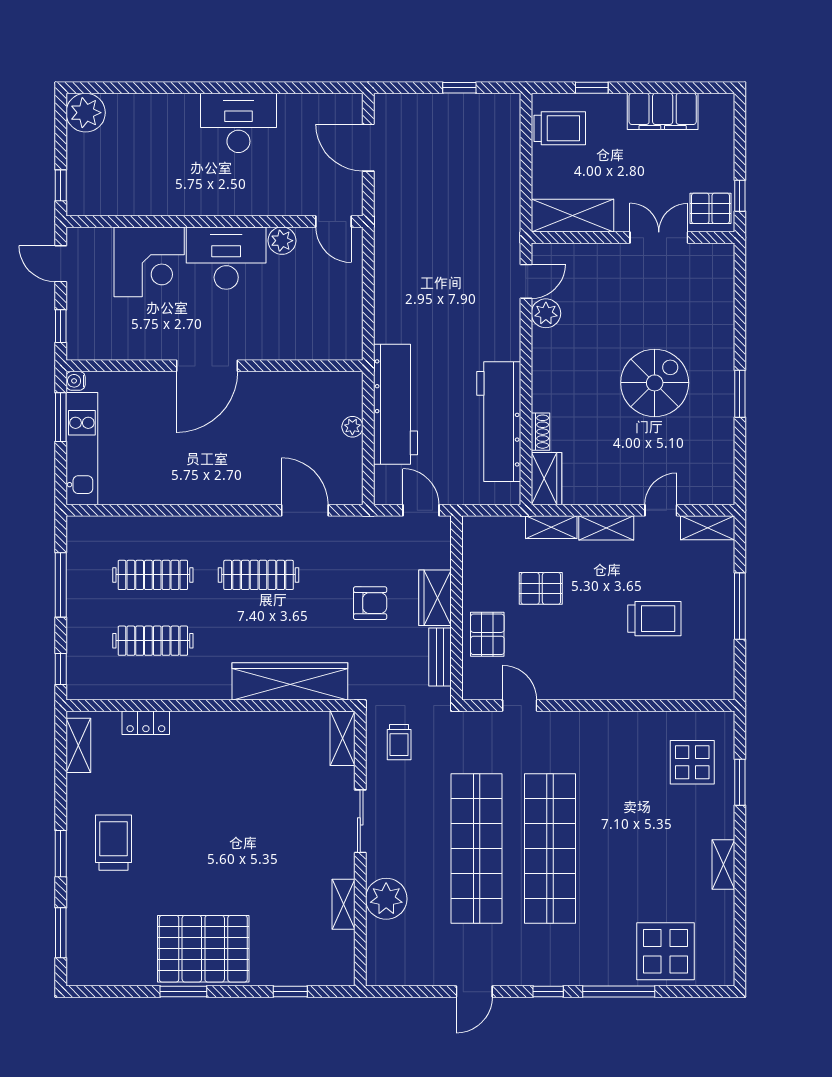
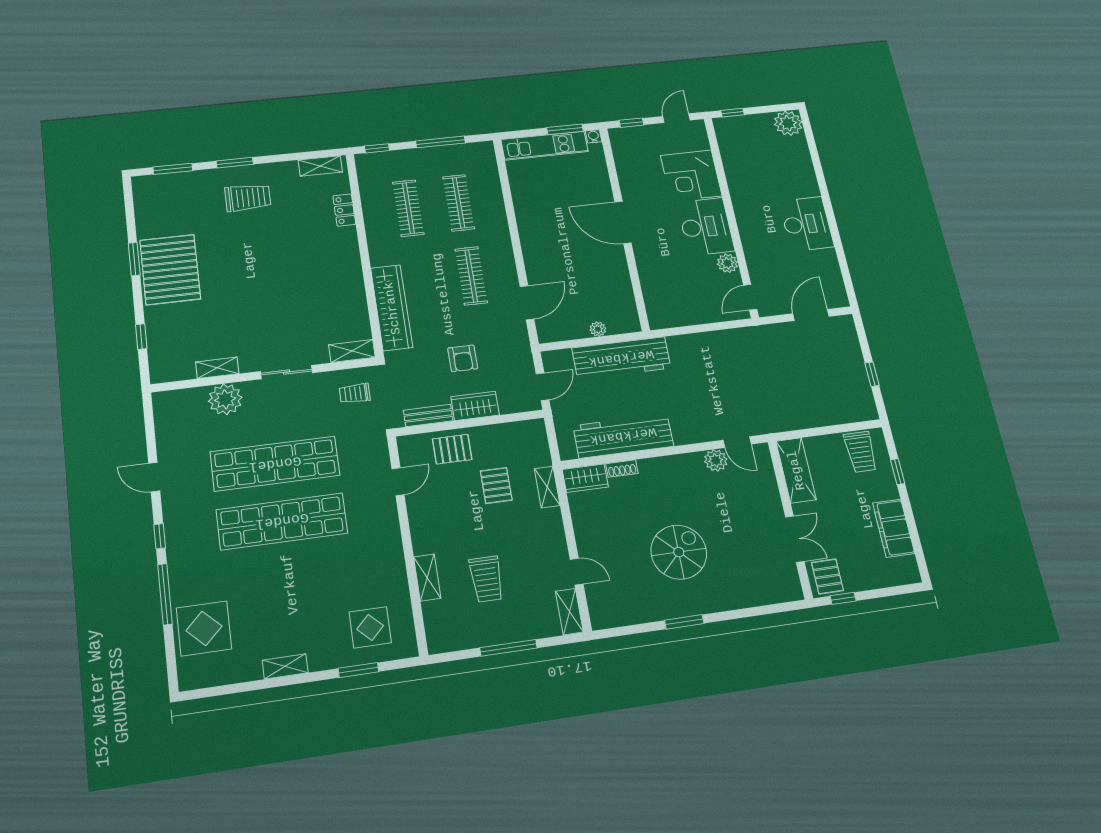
spiral stairs: (655, 383) -> (679, 552), turned -90
shelving: (606, 528) -> (427, 577), moved

